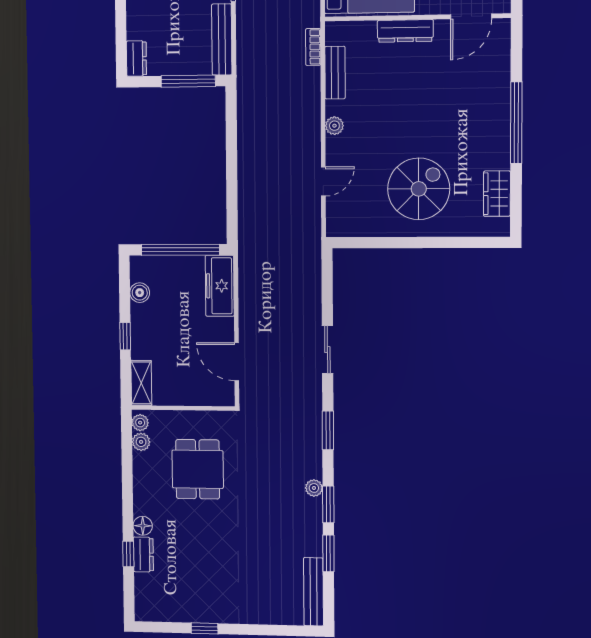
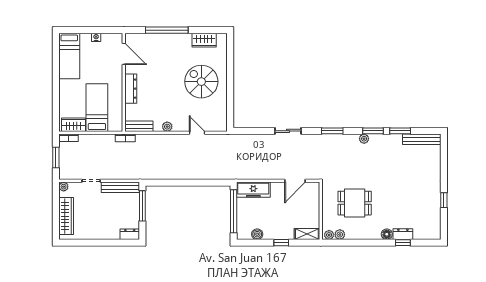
door: (471, 16) -> (124, 54), moved
wall: (417, 17) -> (124, 82), moved
dresser: (405, 31) -> (131, 89), moved

